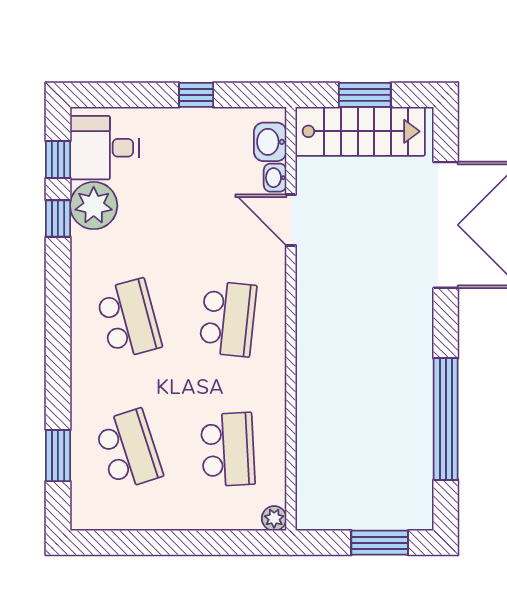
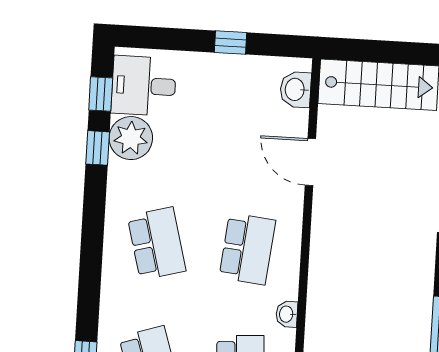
window: (365, 95) -> (385, 52), removed
washbasin: (275, 178) -> (287, 314), moved

